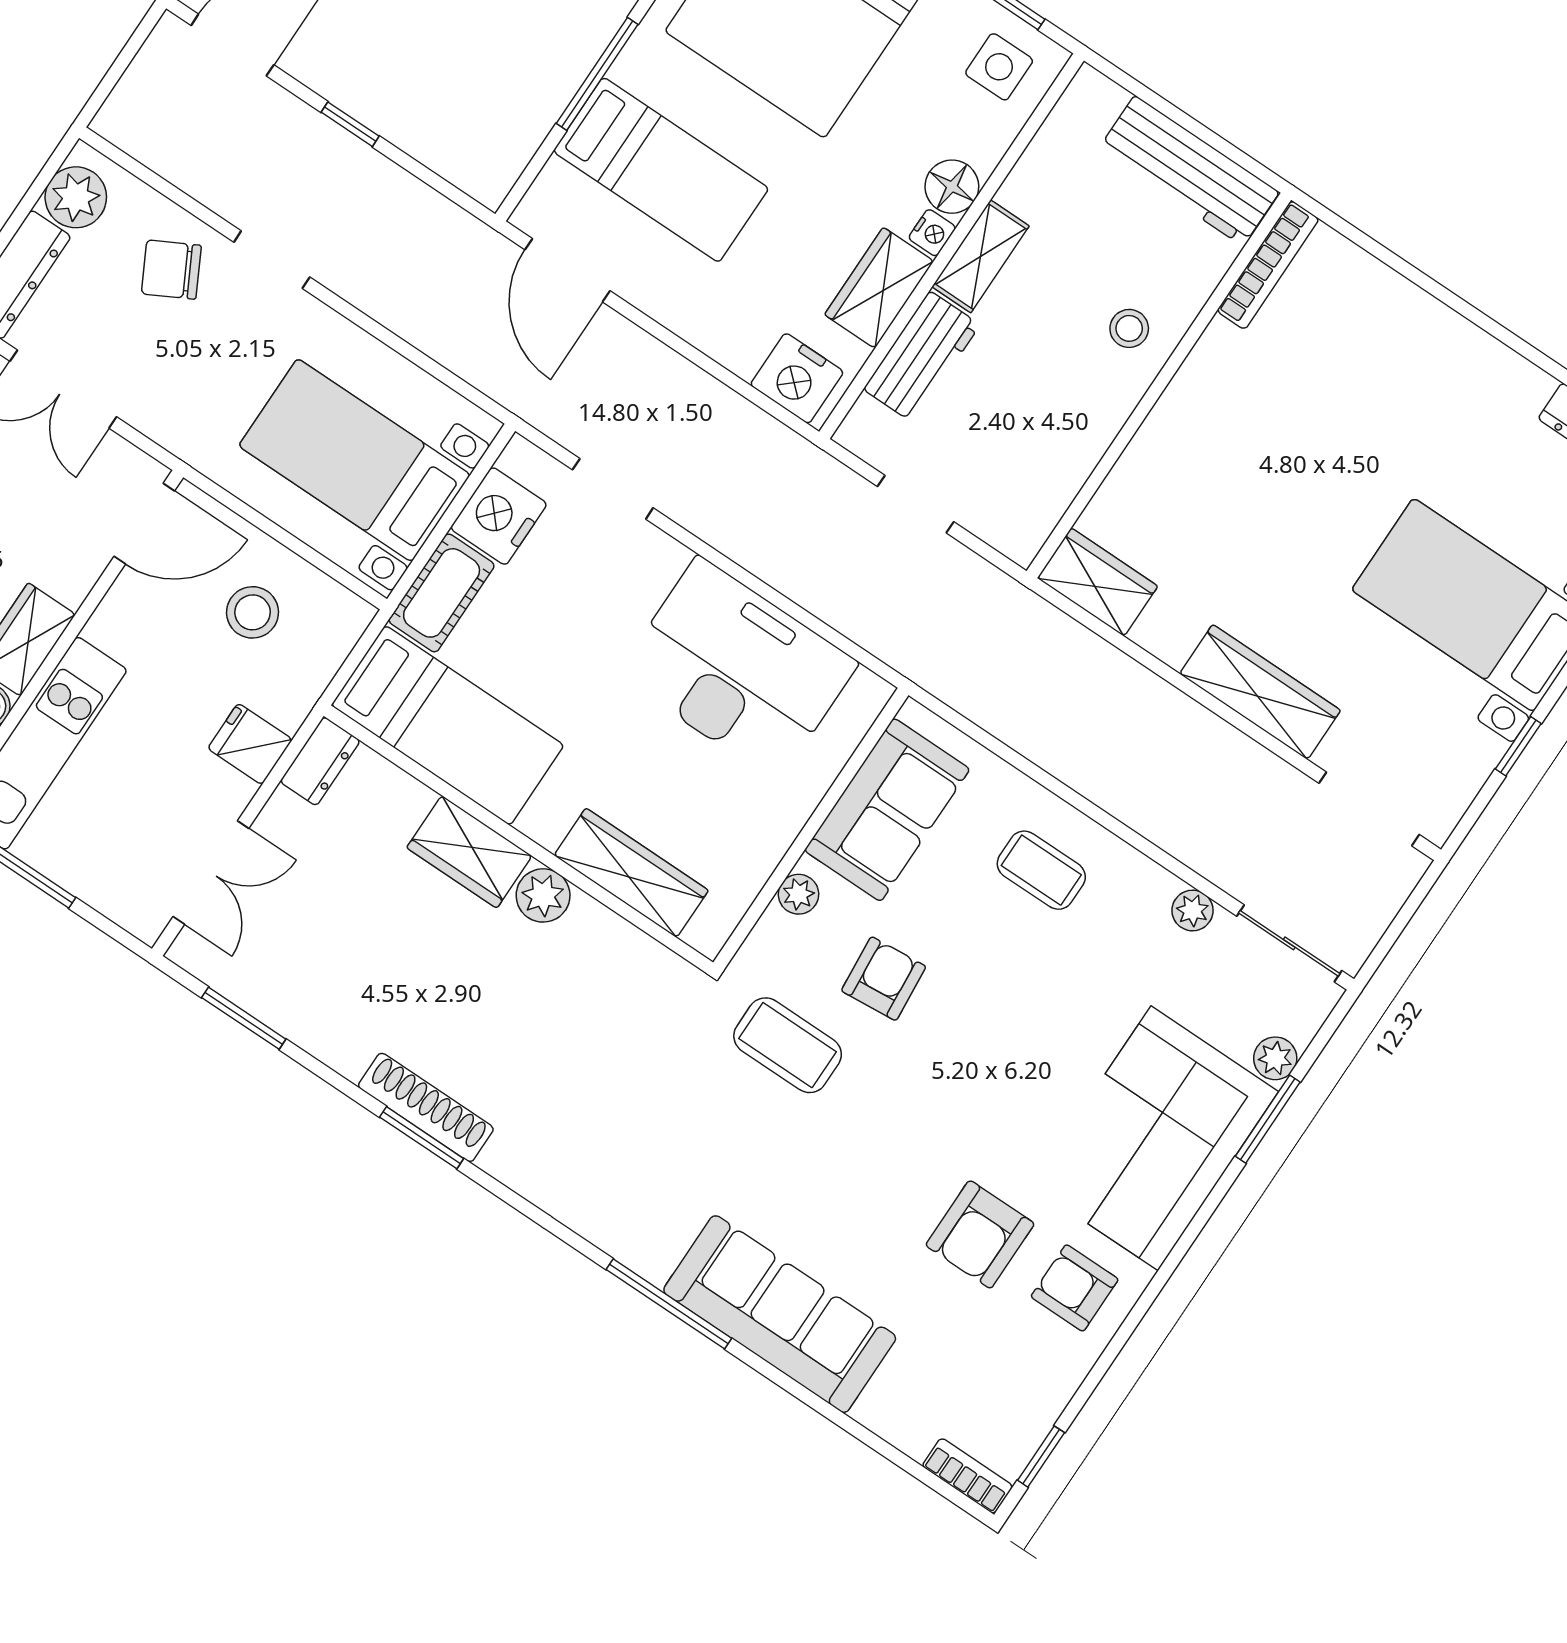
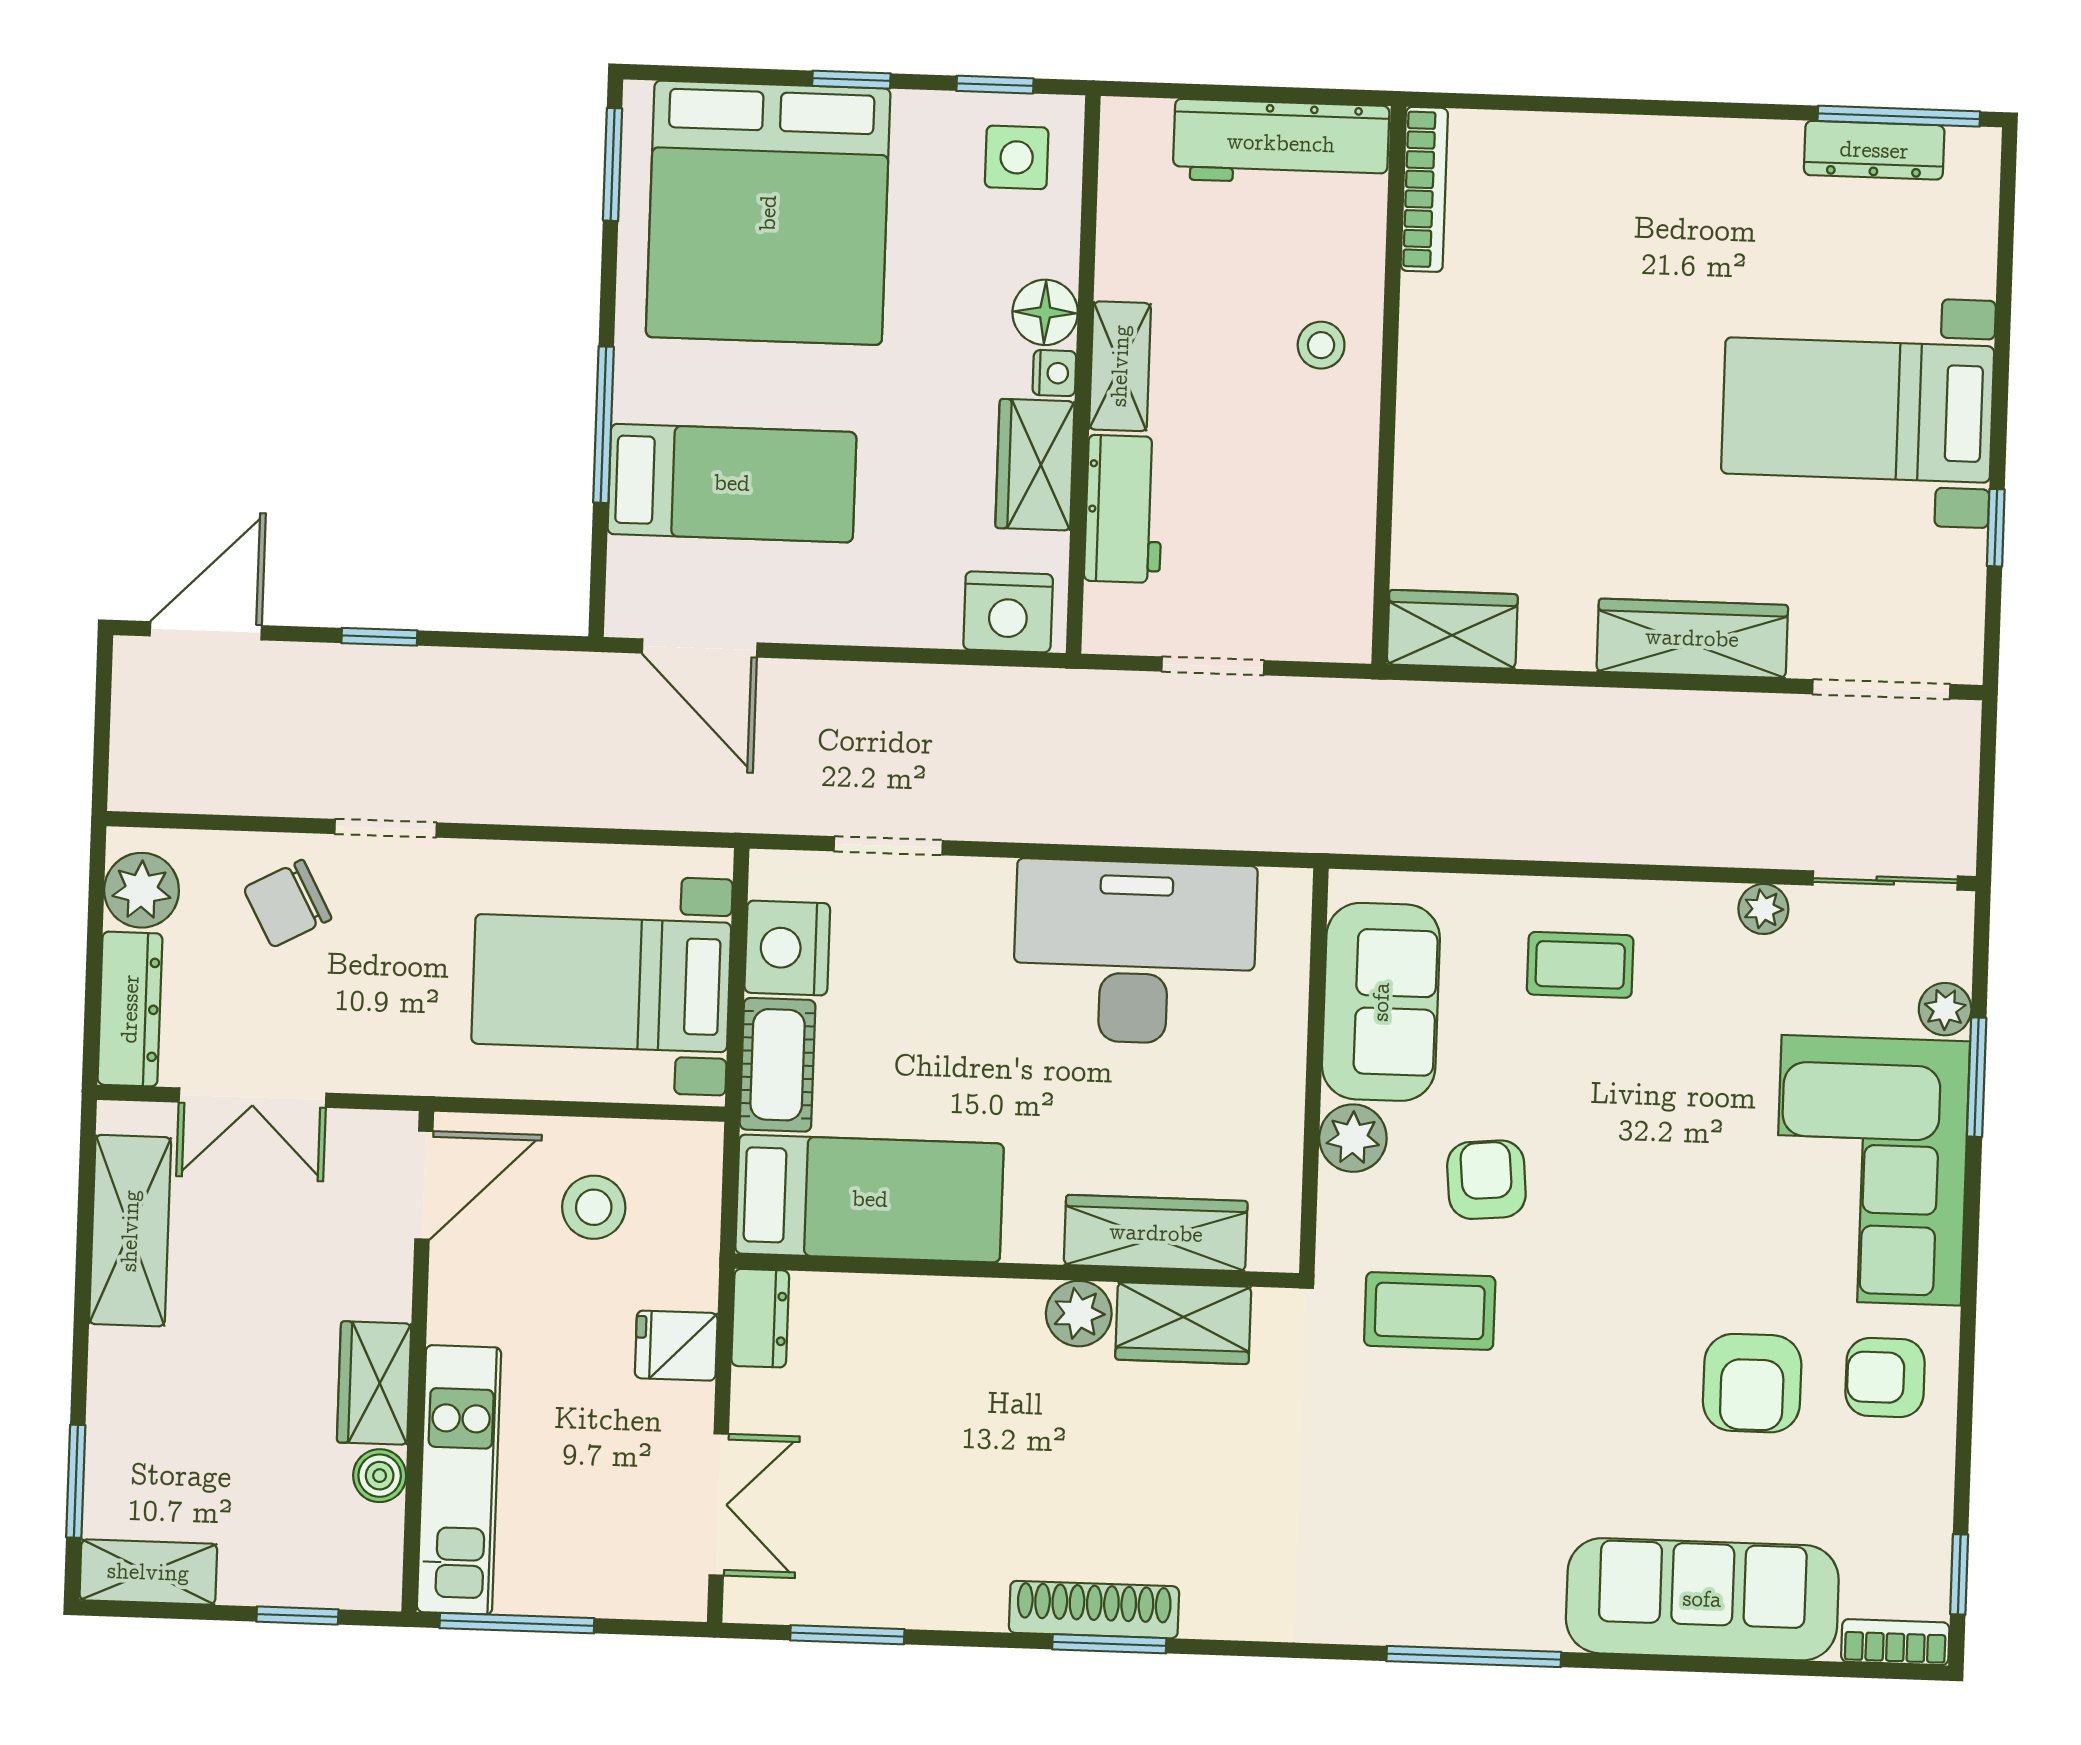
wardrobe: (469, 852) -> (1183, 1323), moved
plant: (799, 894) -> (1353, 1138), width x1.38, depth x1.38
sofa: (780, 1314) -> (1702, 1599), moved

